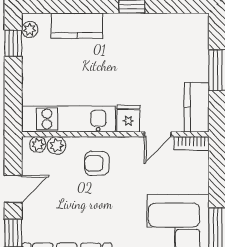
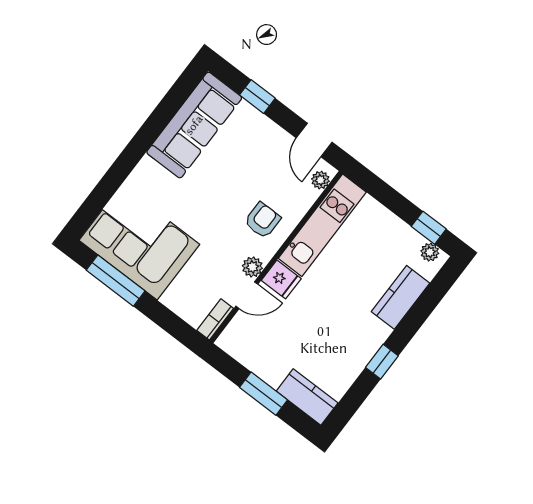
kitchen counter: (197, 107) -> (307, 397), moved
door: (158, 134) -> (247, 295), swing flipped
plant: (57, 145) -> (252, 267), moved
door: (13, 189) -> (314, 140), moved

